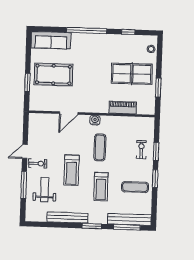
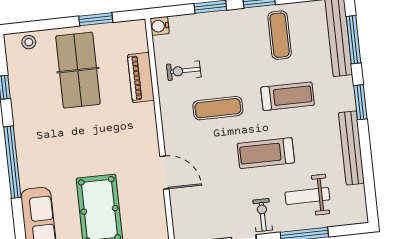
water cooler: (95, 120) -> (160, 26), moved
exercise bike: (141, 150) -> (184, 71), moved
treadmill: (71, 170) -> (266, 153), turned 180

